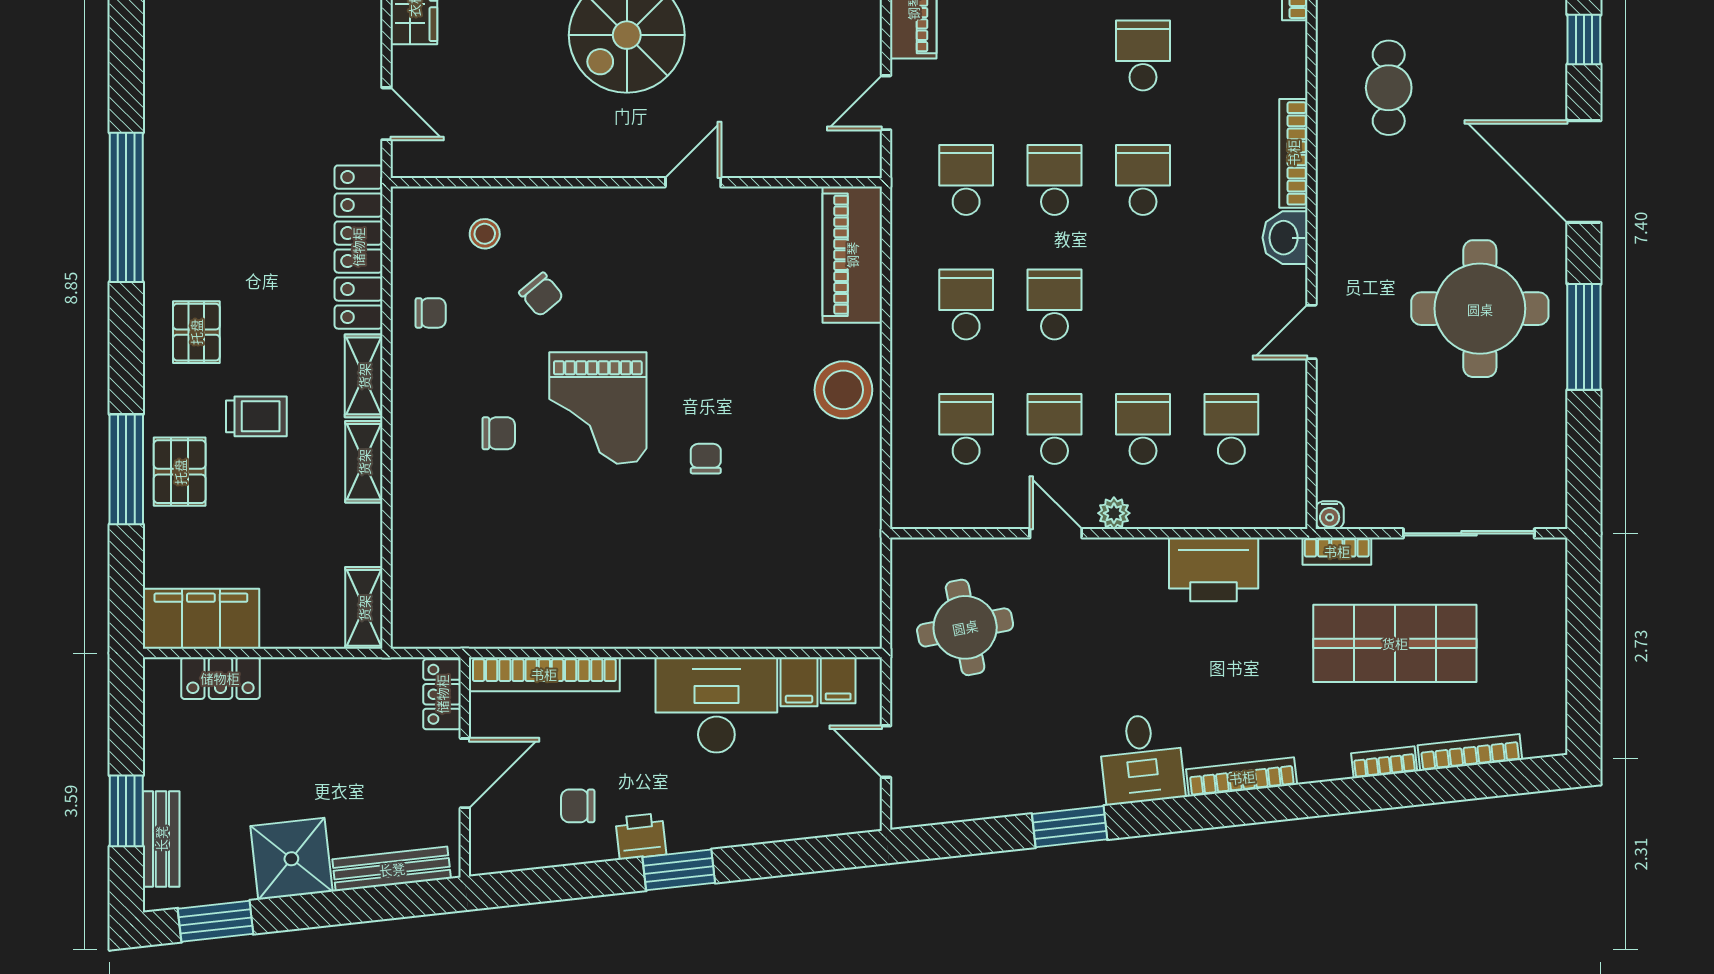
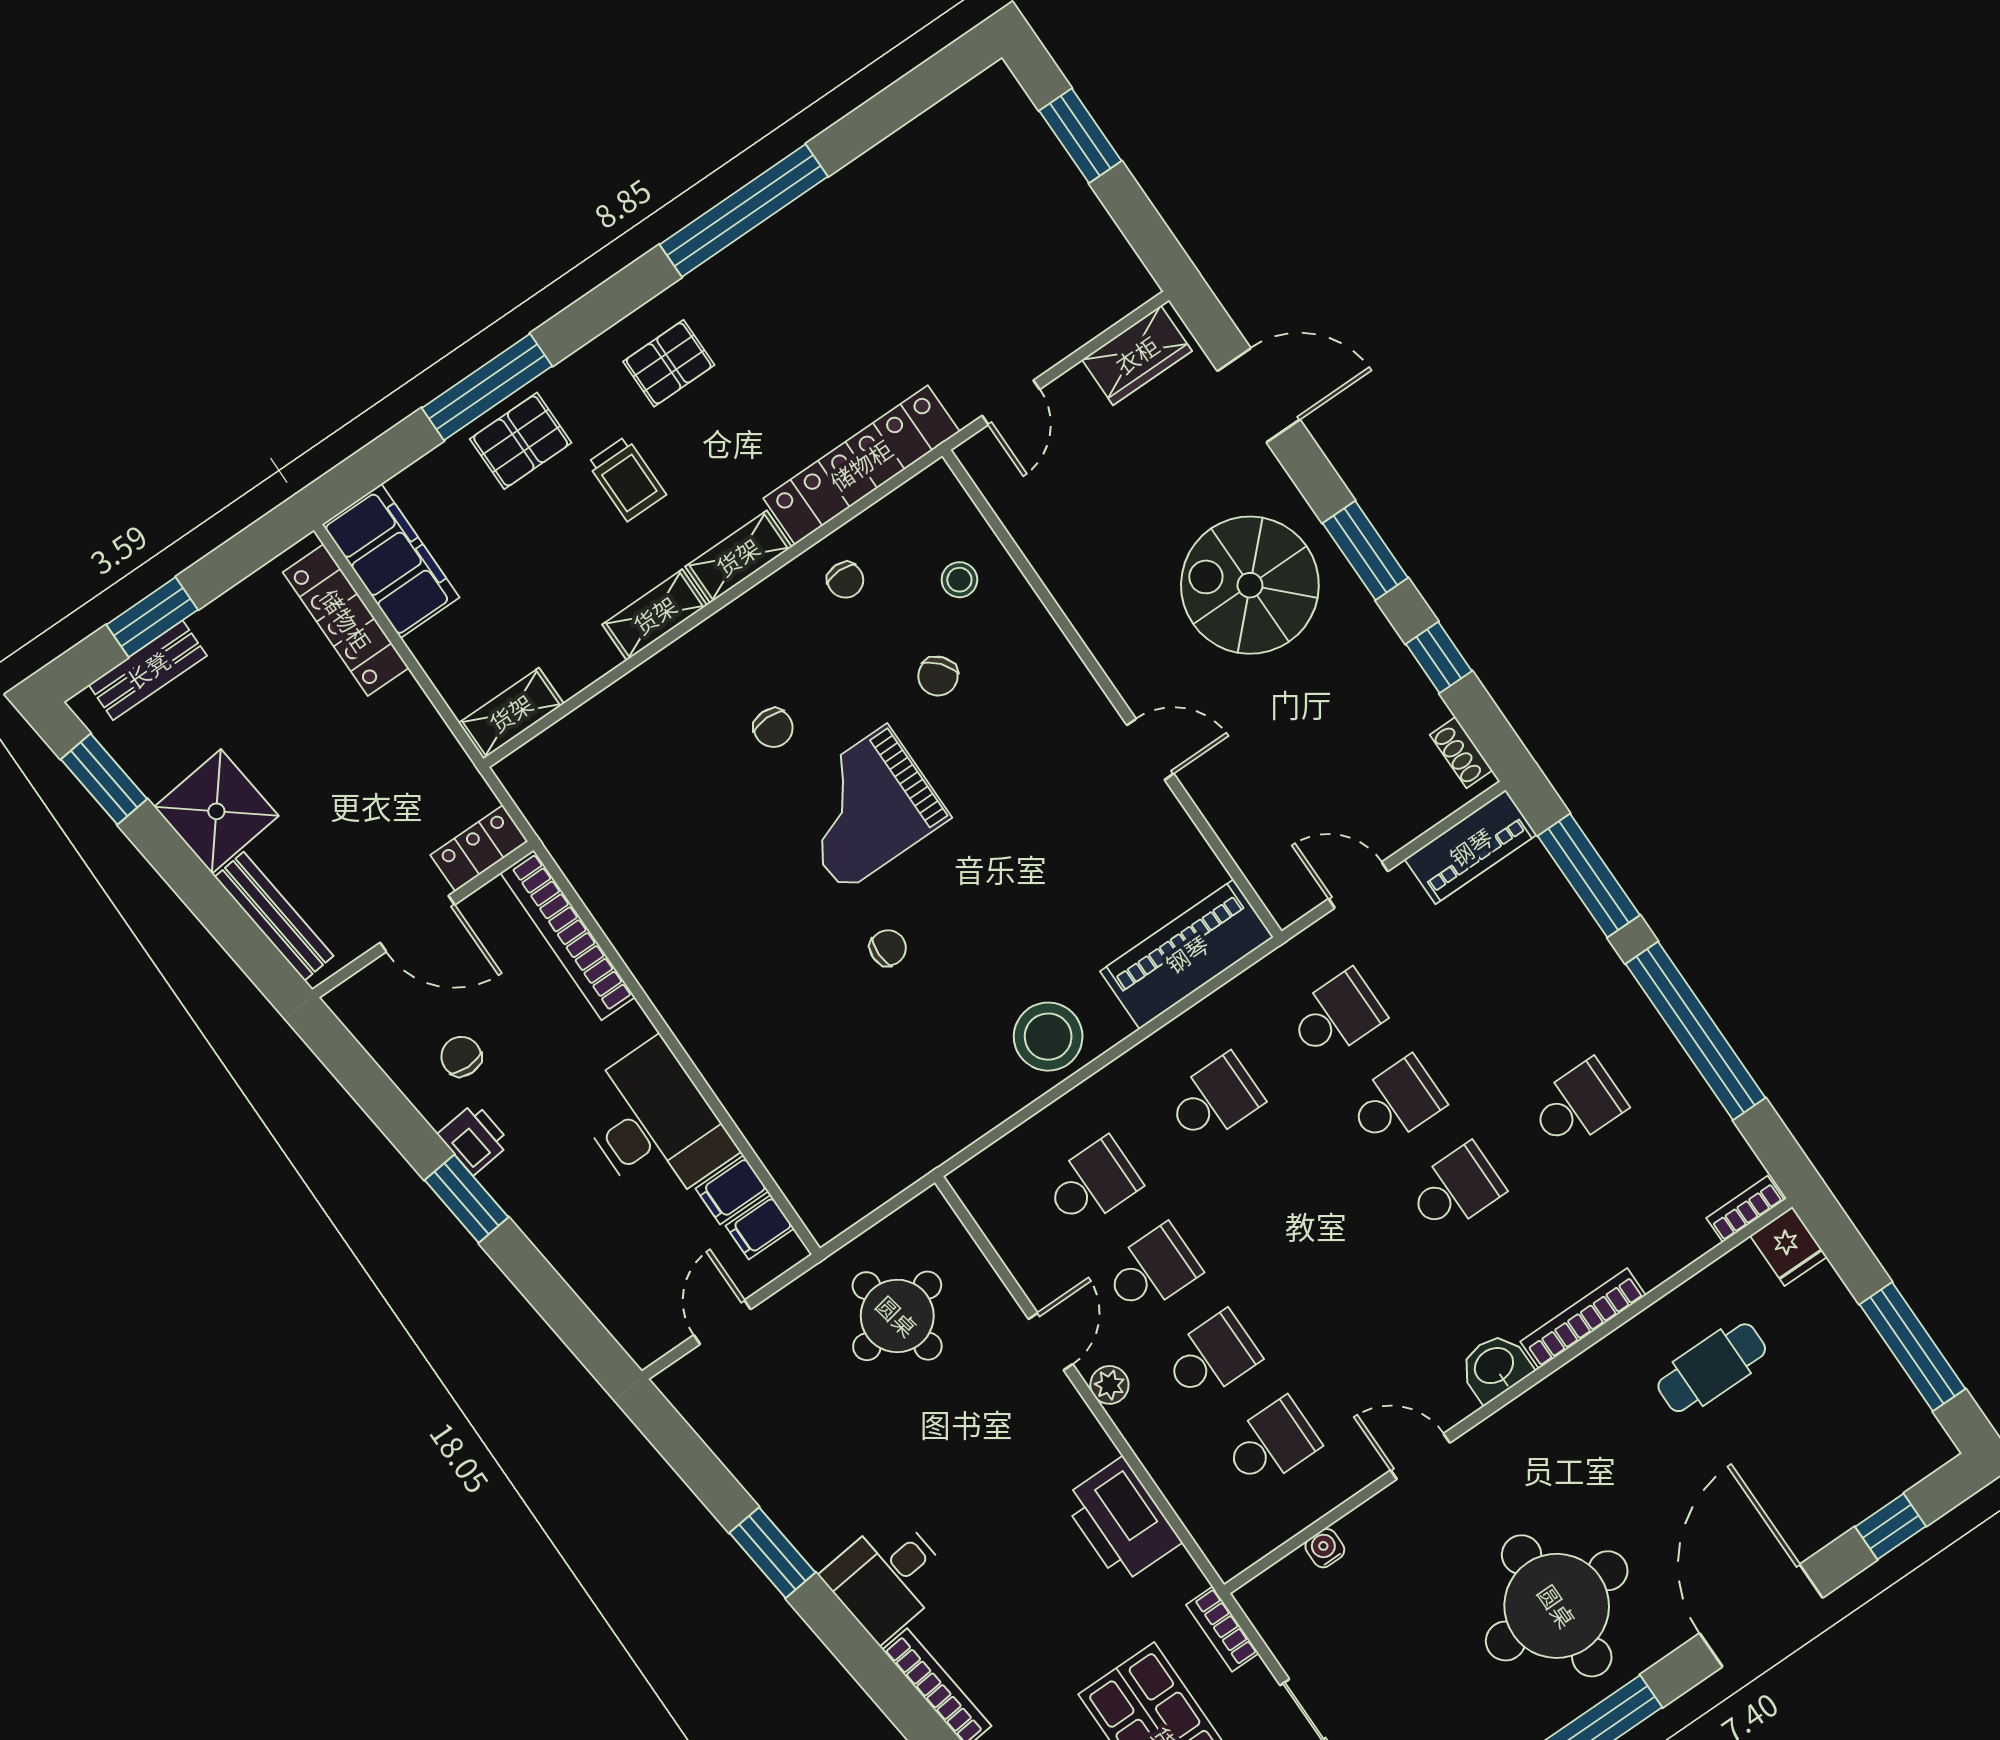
school desk: (1055, 304) -> (1274, 1186), removed
water cooler: (1330, 515) -> (1325, 1548), moved, turned 90
locker: (220, 678) -> (346, 620), width x1.53

